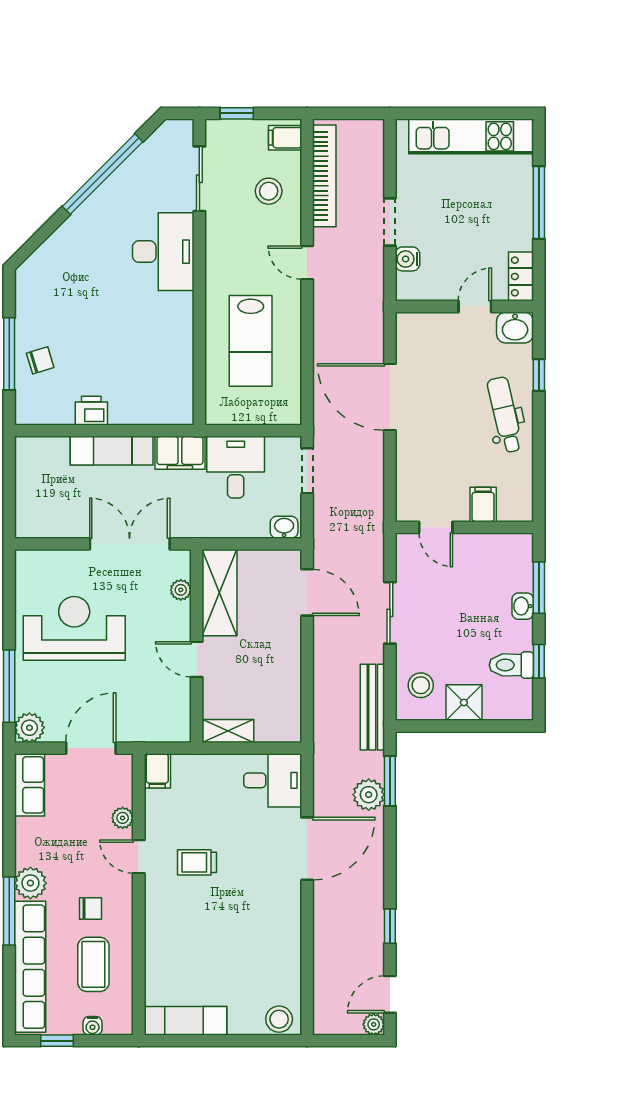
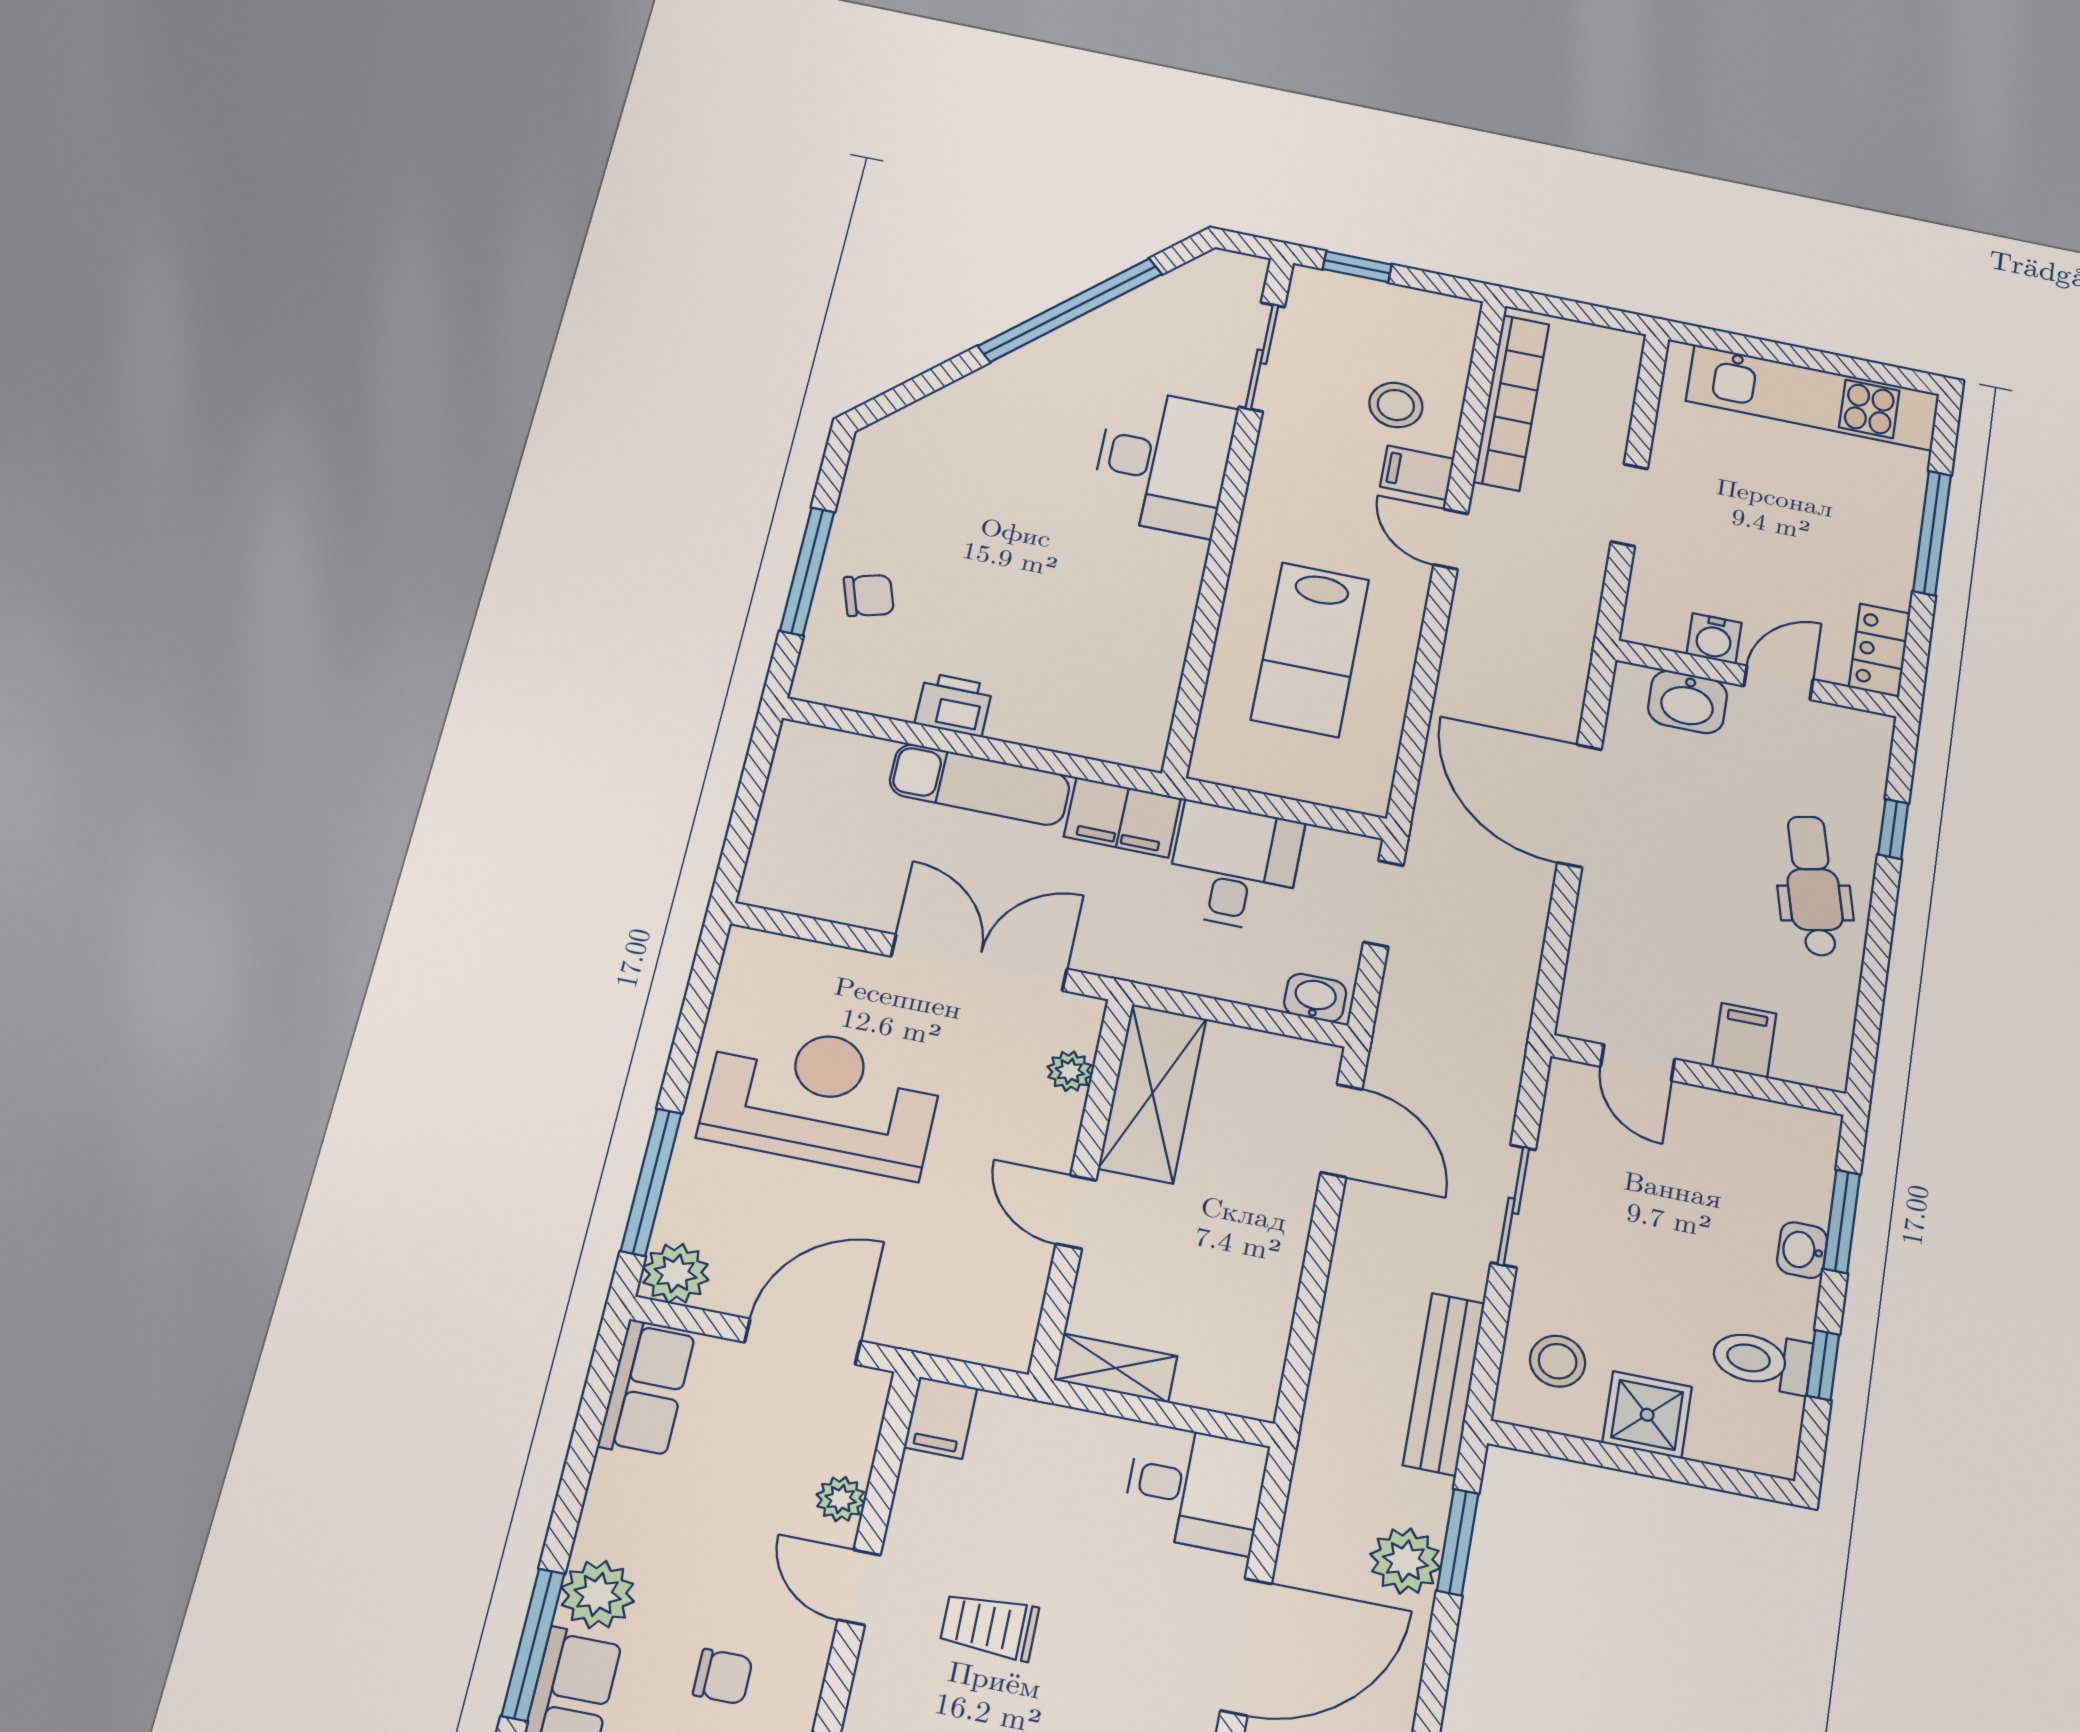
filing cabinet: (285, 138) -> (1417, 473), moved
water cooler: (408, 259) -> (1714, 639), moved, turned -90
washbasin: (515, 328) -> (1688, 702), moved

